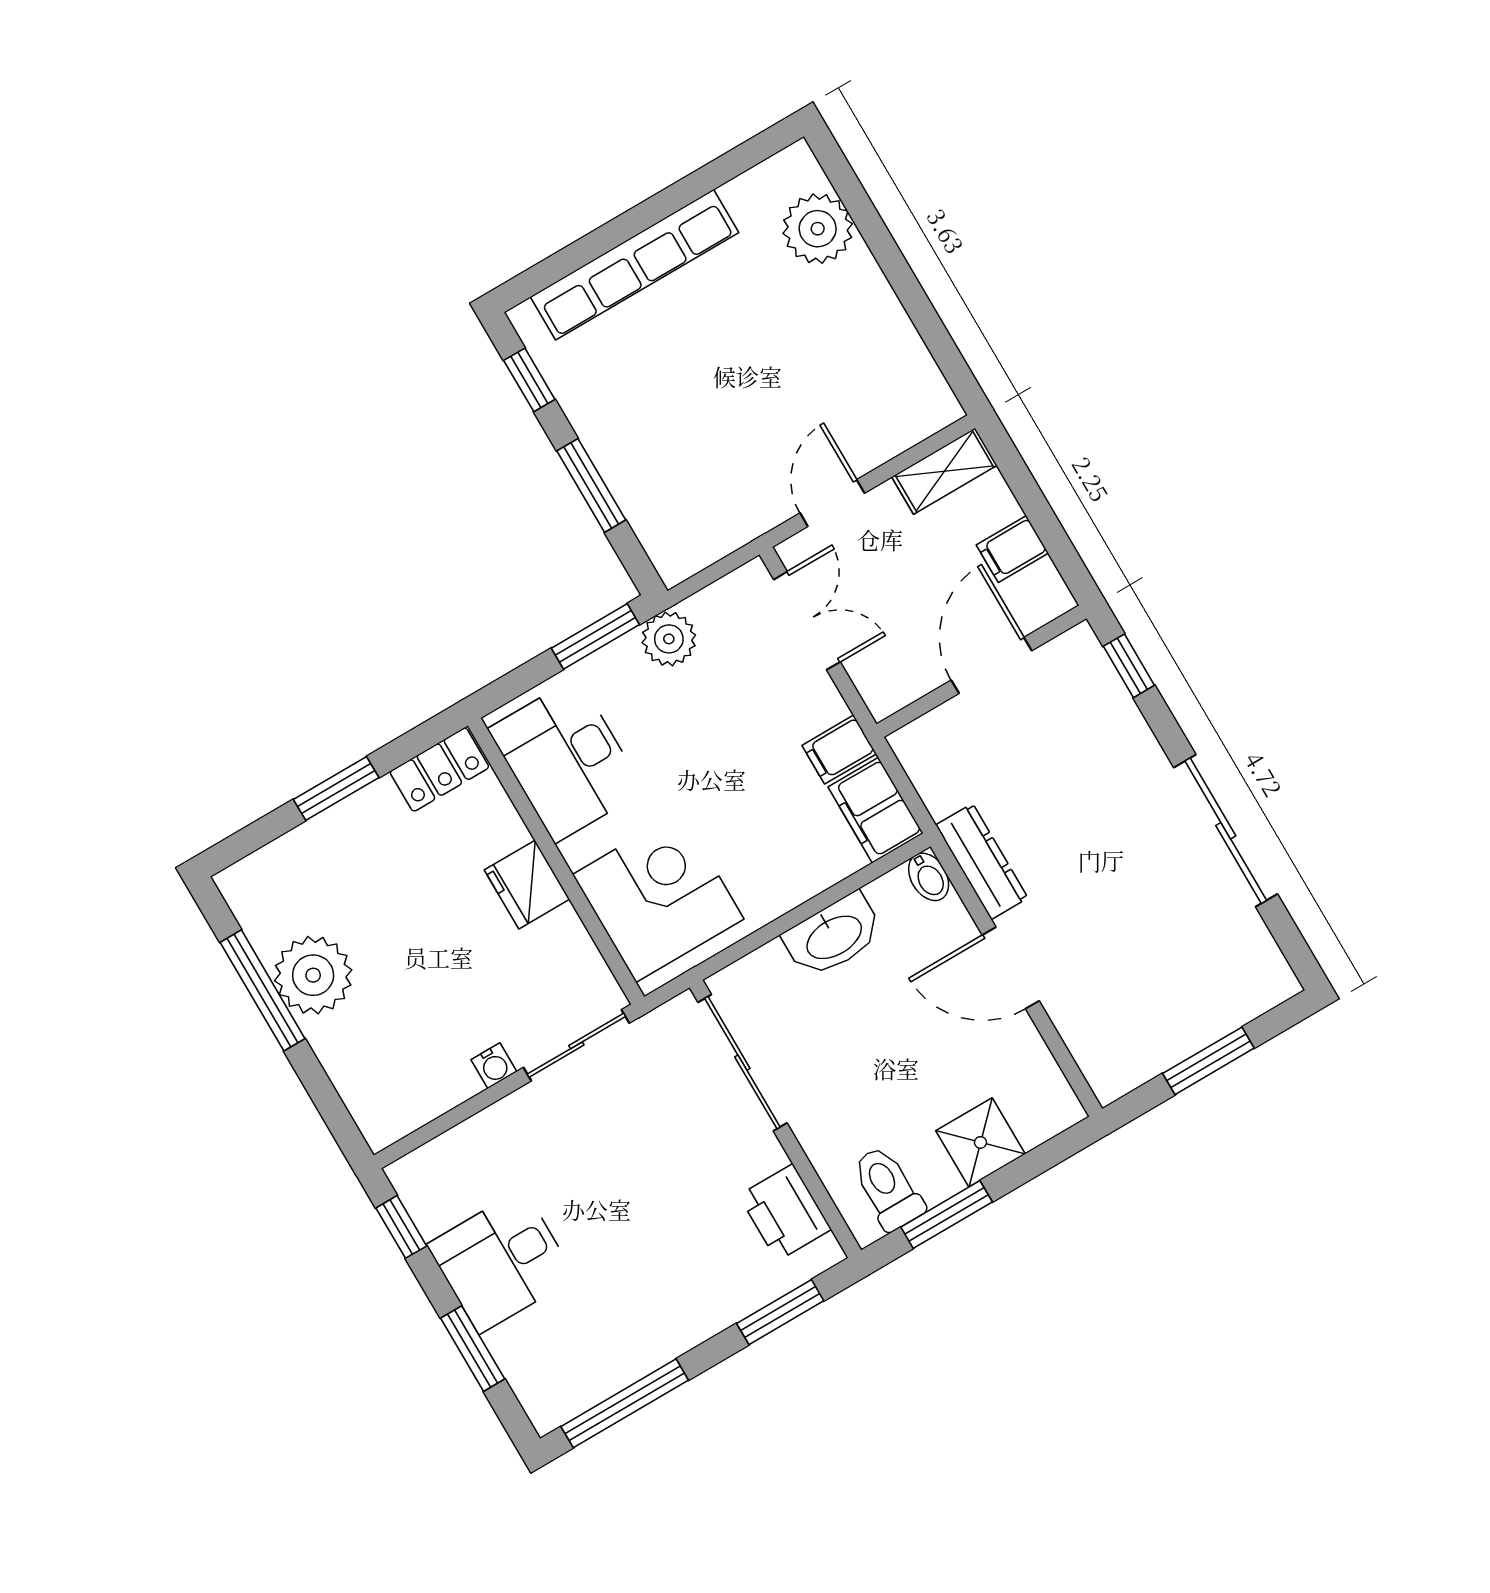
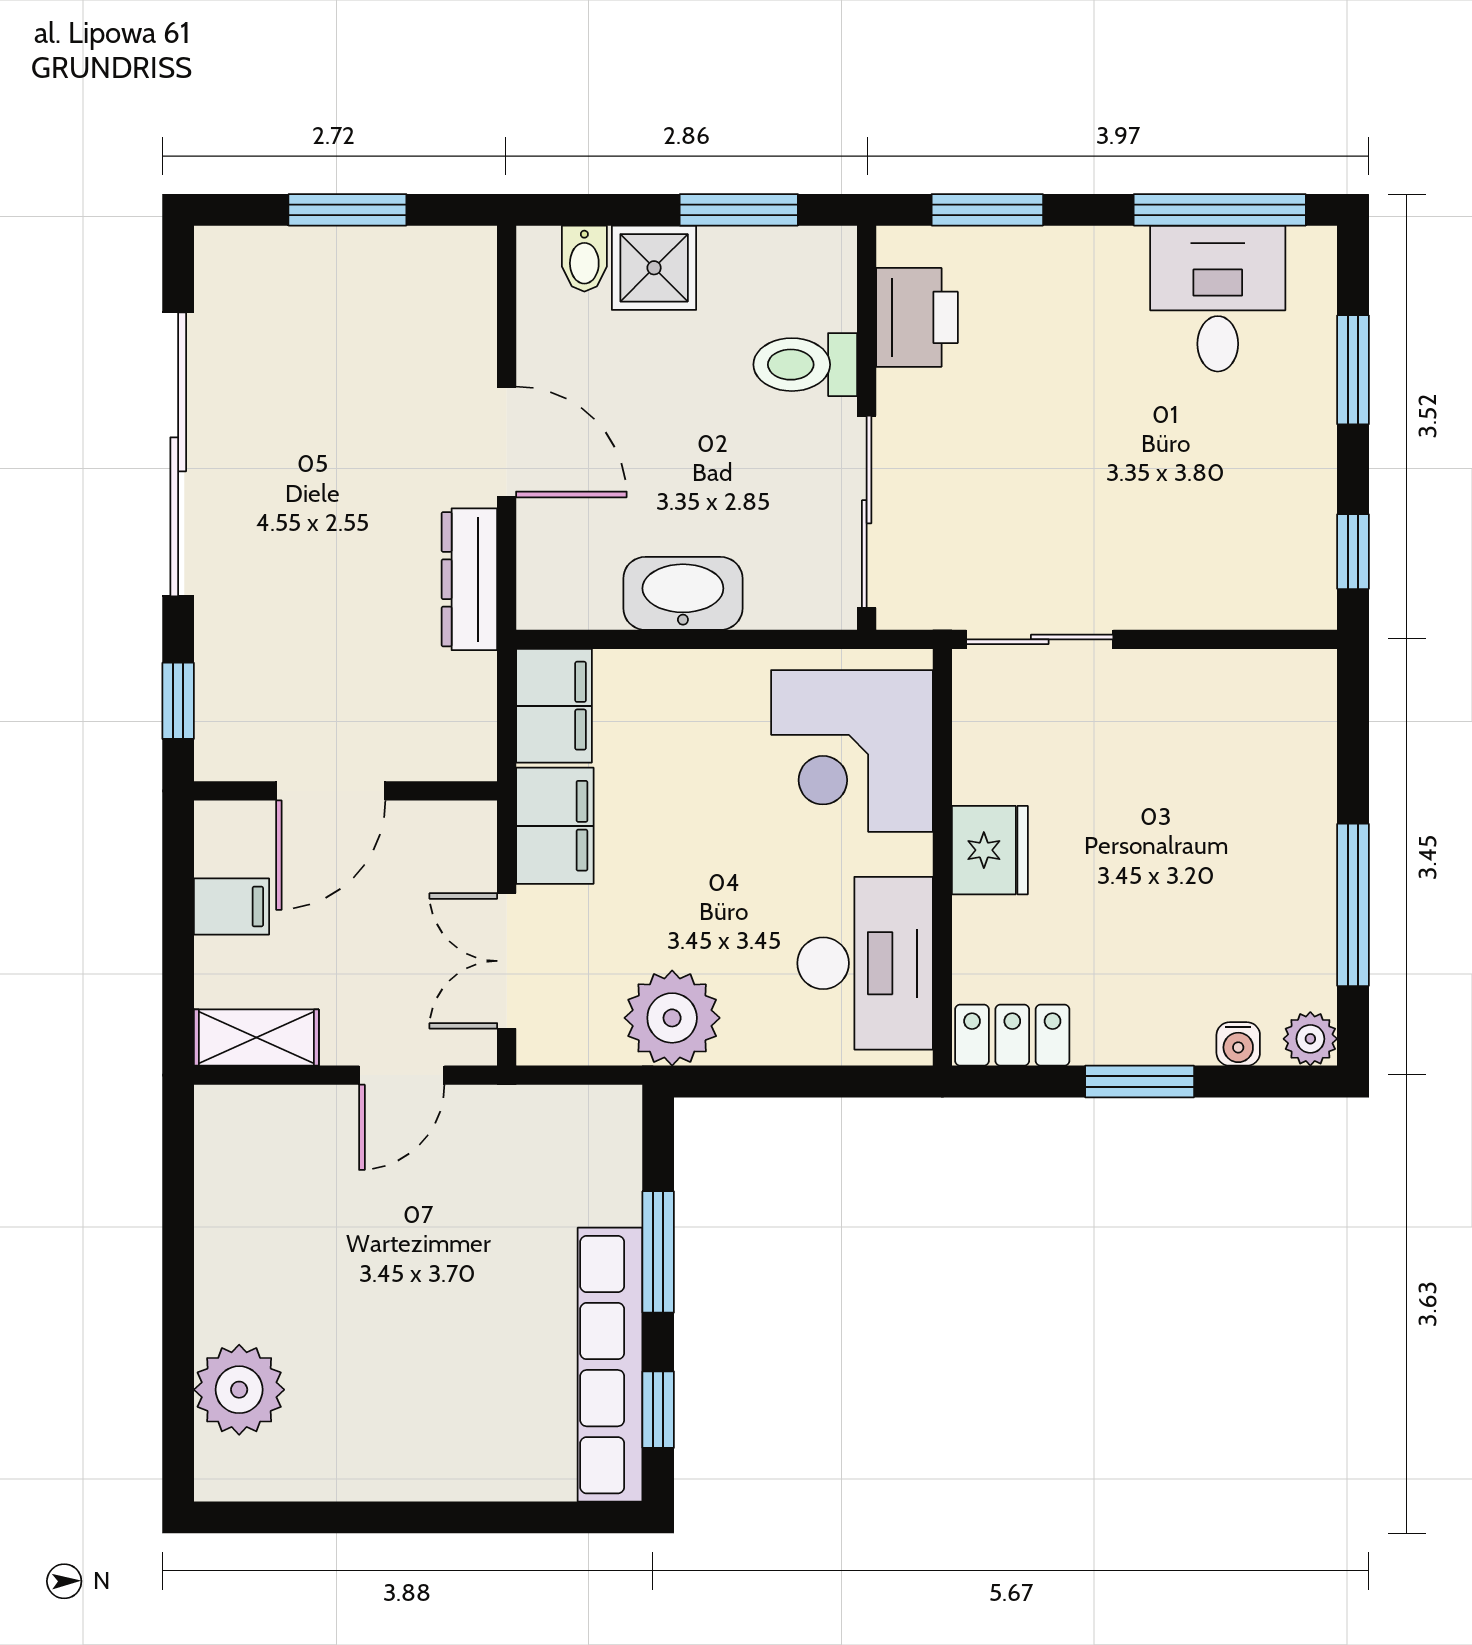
row of seats: (635, 265) -> (610, 1365), moved, turned -90
window: (595, 636) -> (752, 1081), removed
plant: (669, 639) -> (672, 1018), width x1.36, depth x1.36
filing cabinet: (839, 750) -> (555, 826), width x2.00
sliding door: (1226, 831) -> (178, 454), width x1.36
bidet: (929, 877) -> (584, 259), moved, turned 180
plant: (313, 975) -> (1310, 1039), moved, width x0.53, depth x0.53
water cooler: (494, 1066) -> (1238, 1044), moved, turned 180
toilet: (888, 1188) -> (805, 365), moved, turned 90
desk: (501, 1261) -> (1218, 299), moved, turned -90

